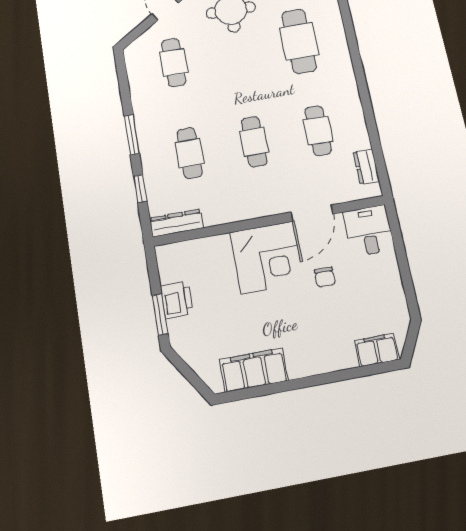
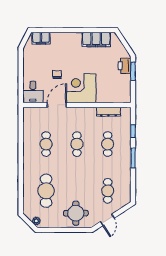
dresser: (366, 167) -> (27, 122), removed
dresser: (176, 223) -> (108, 112), moved
printer: (177, 300) -> (125, 66), moved

